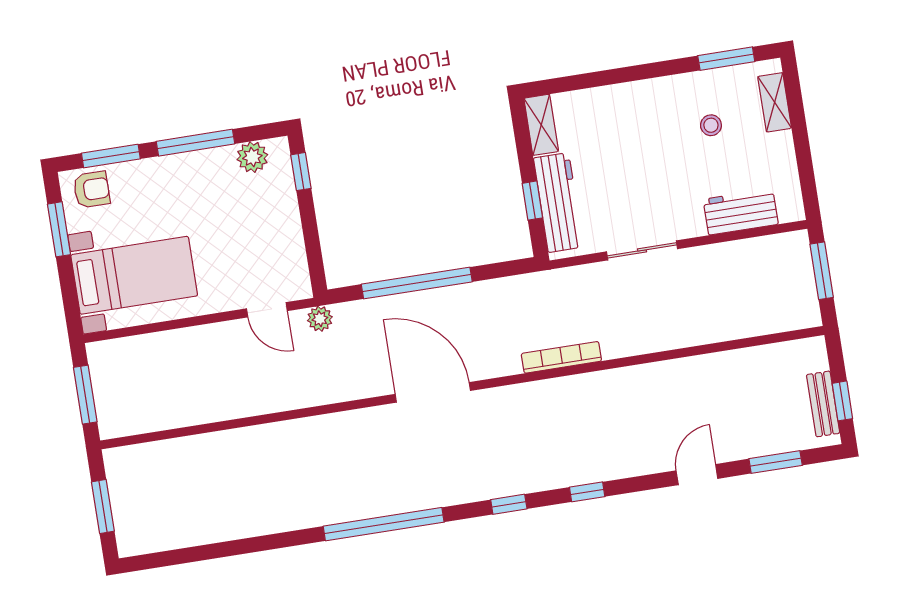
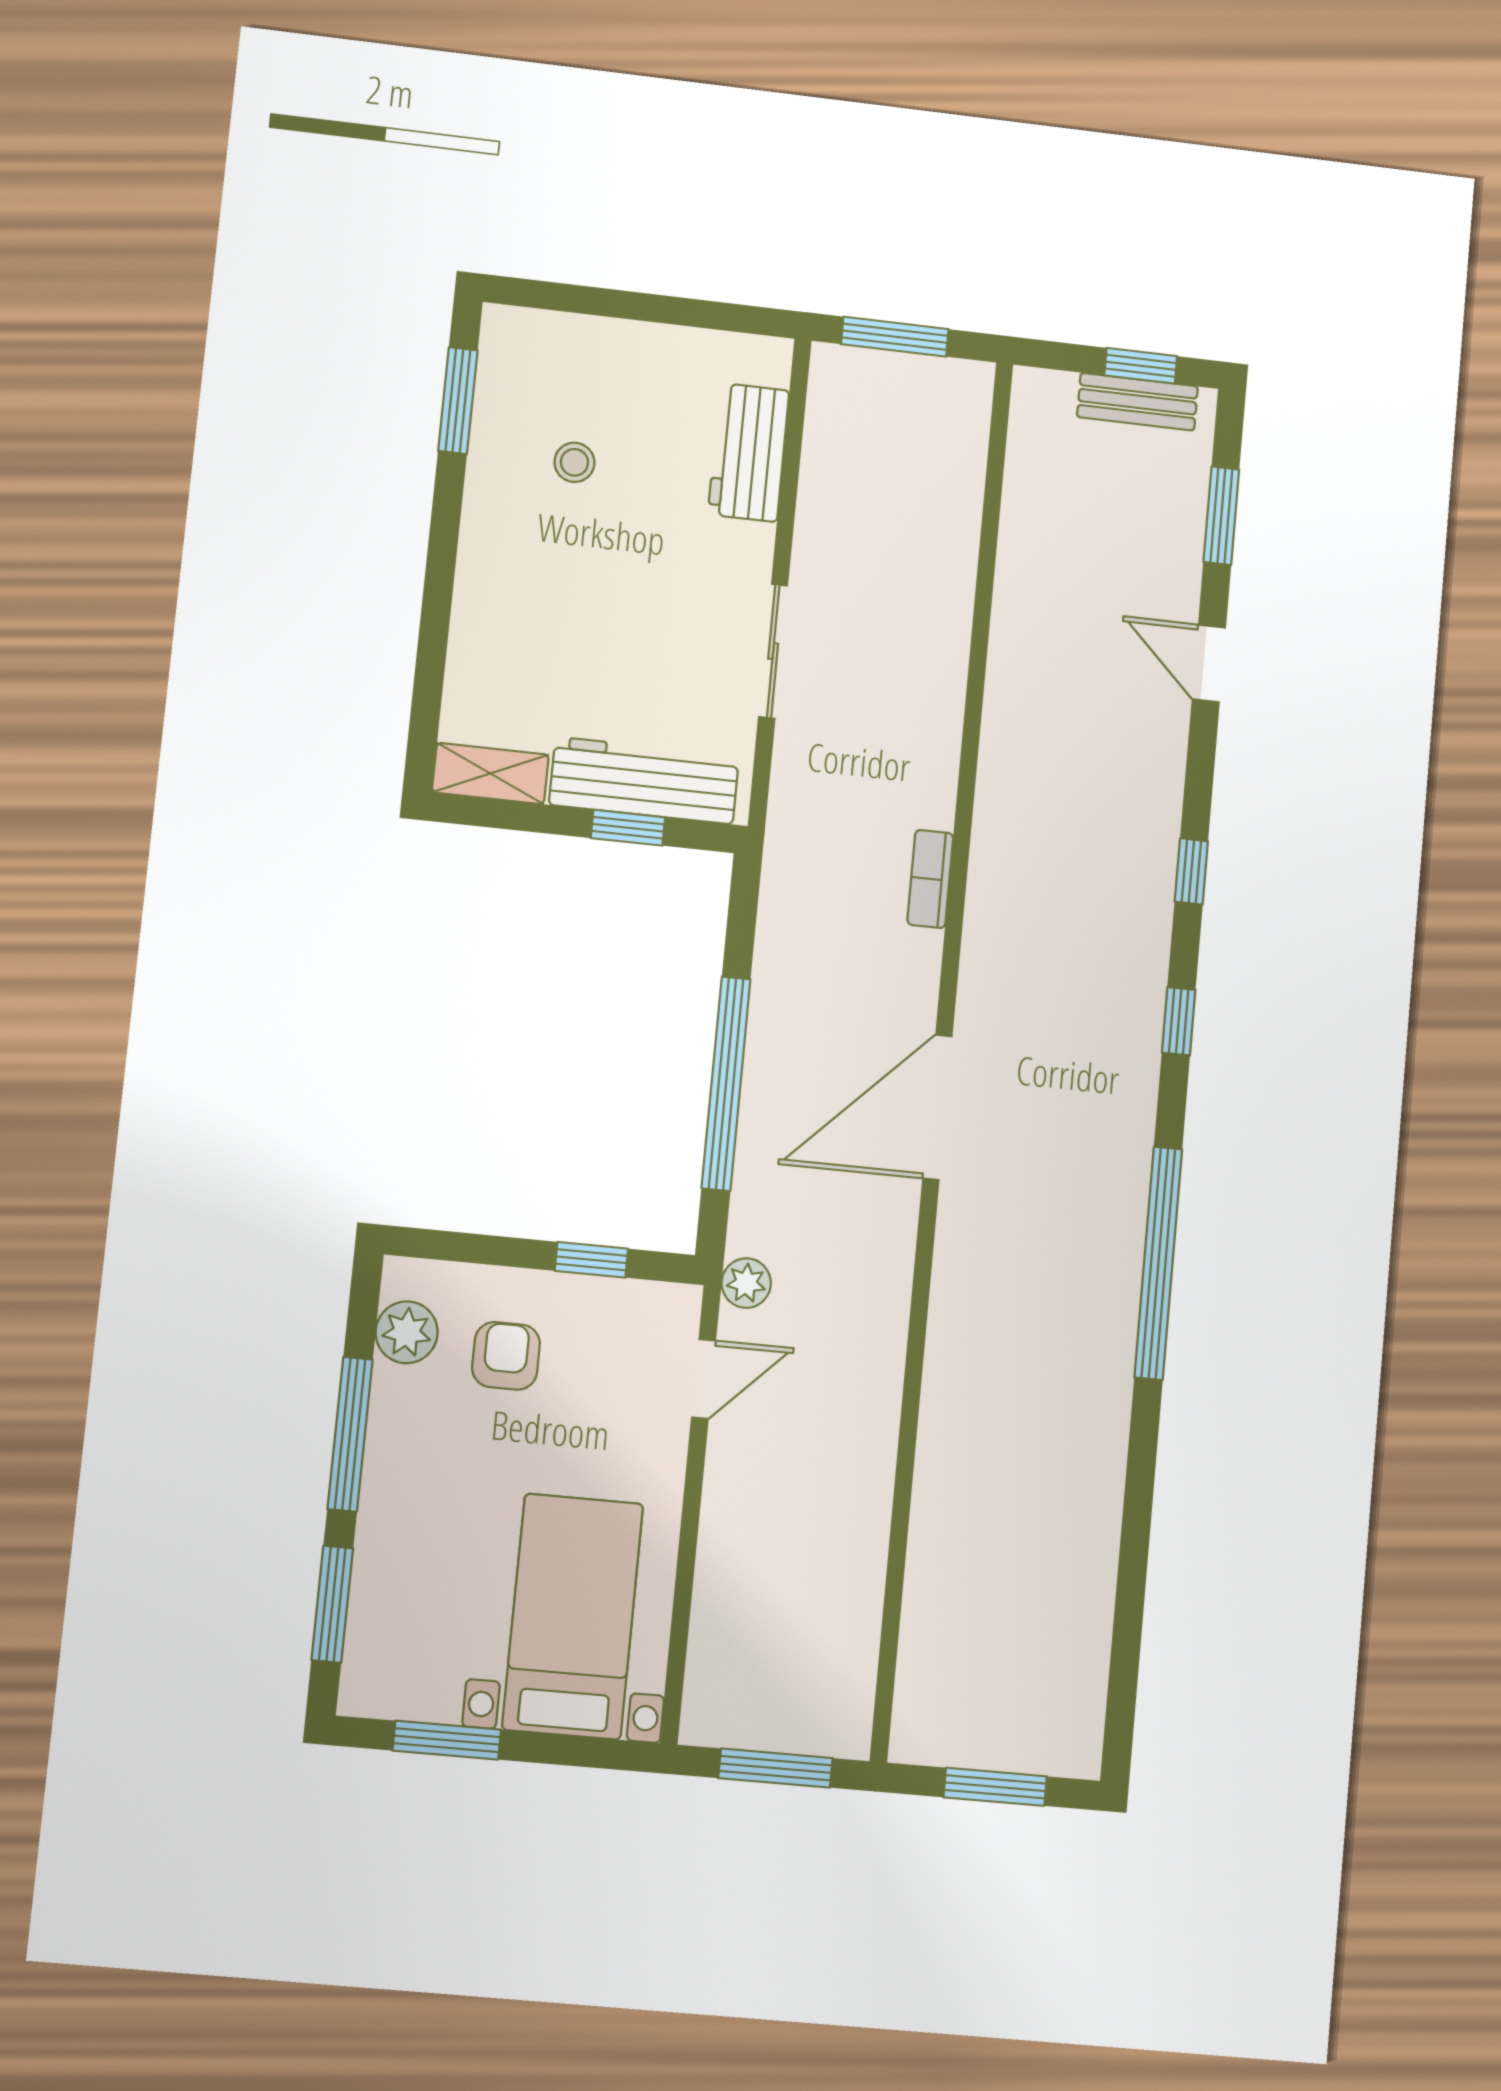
shelving: (775, 102) -> (563, 335), removed
window: (301, 172) -> (591, 1260), moved
armchair: (92, 189) -> (506, 1356), moved
bookcase: (561, 357) -> (930, 879), width x0.64

